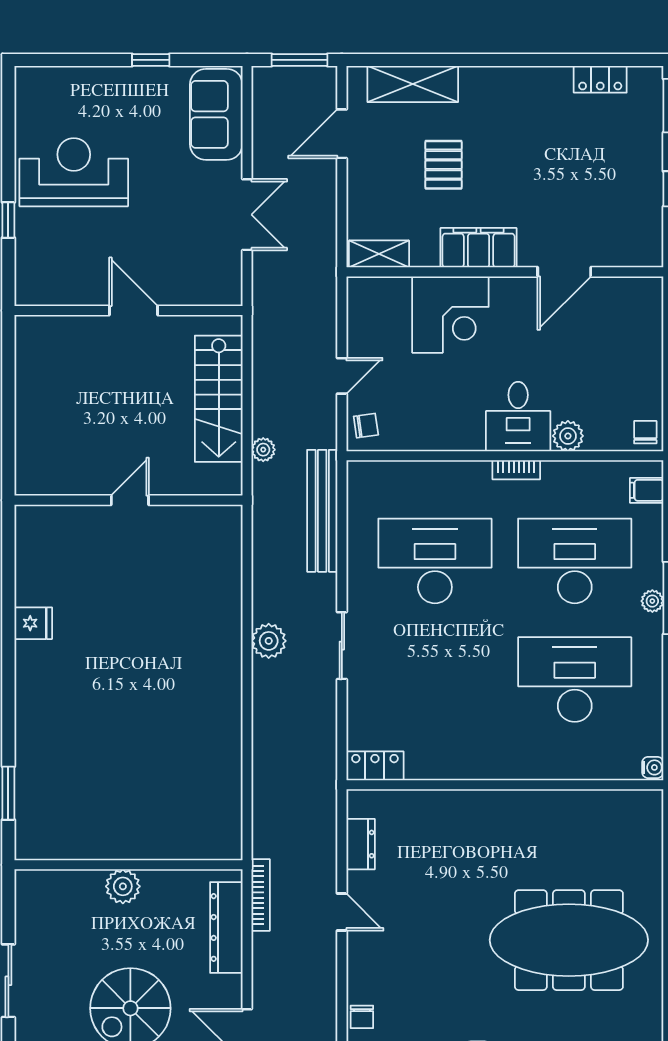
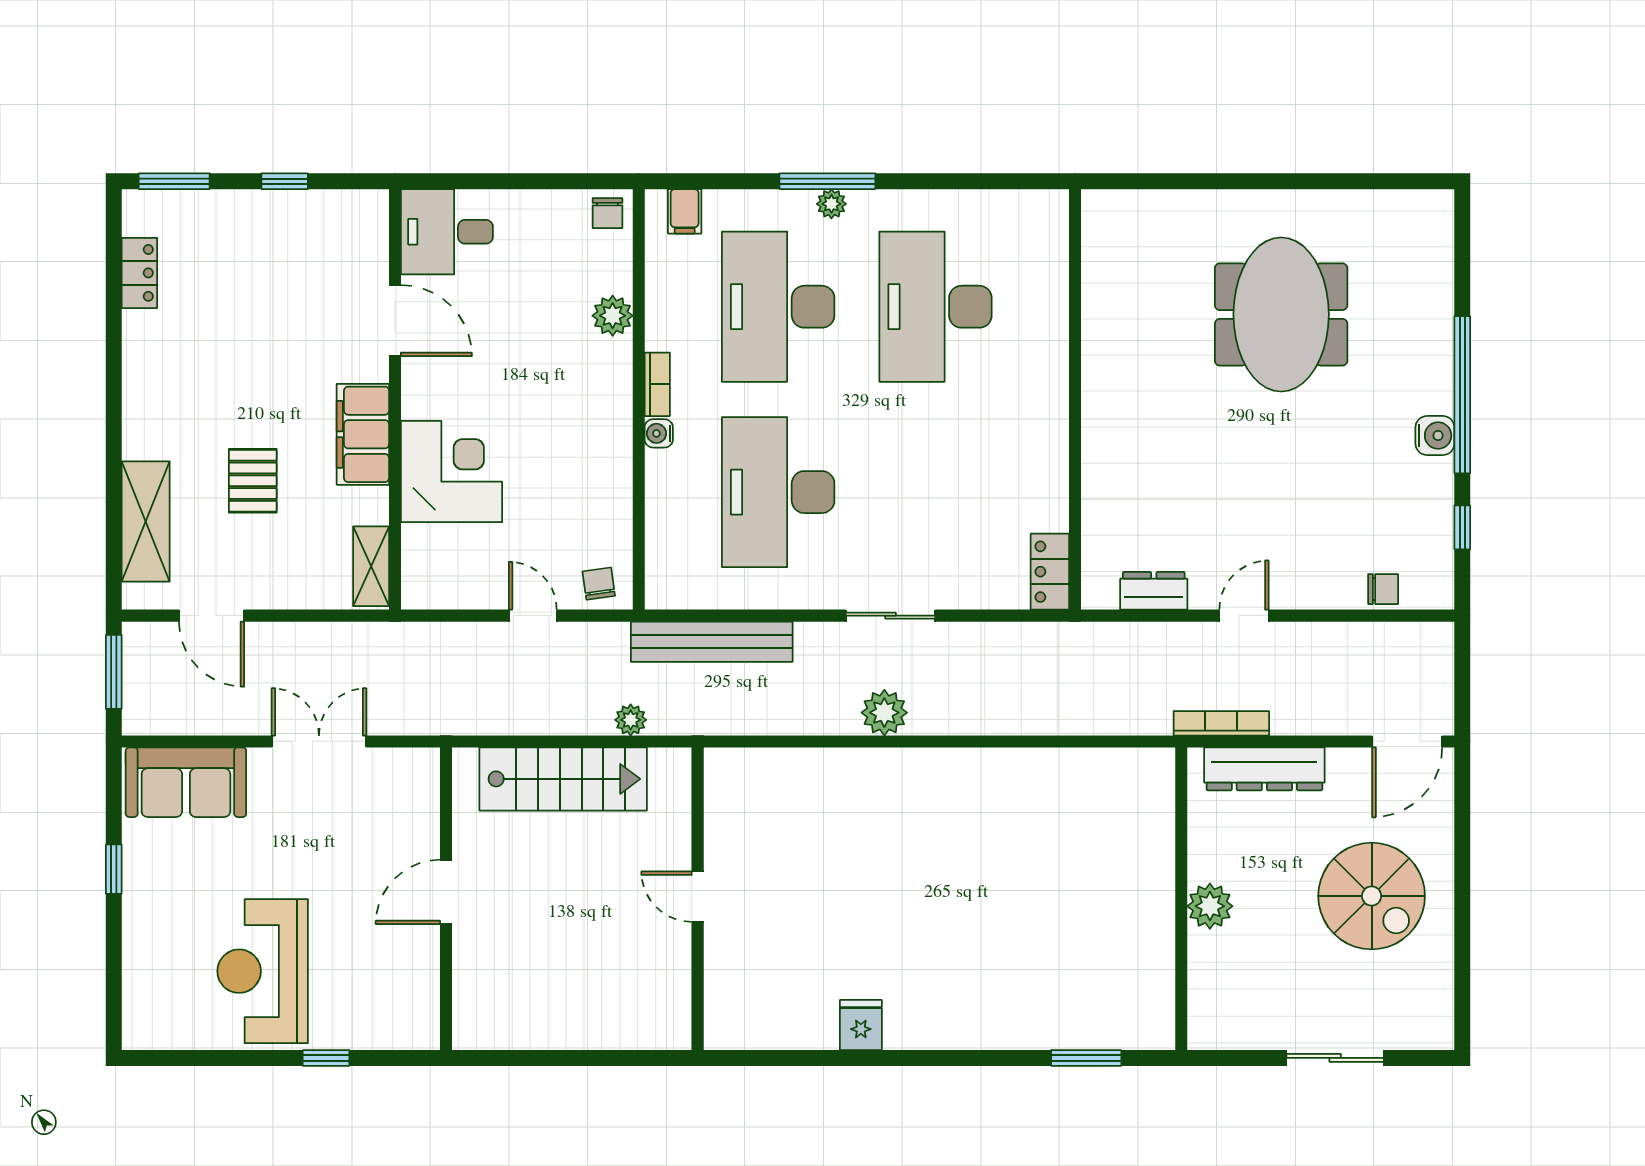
pallet: (444, 165) -> (253, 481), turned 90
desk: (518, 417) -> (447, 232), moved, turned 180
chair: (645, 432) -> (608, 213), turned -90
water cooler: (653, 767) -> (659, 433), moved, turned -90
meeting table: (569, 940) -> (1281, 314), width x0.73

